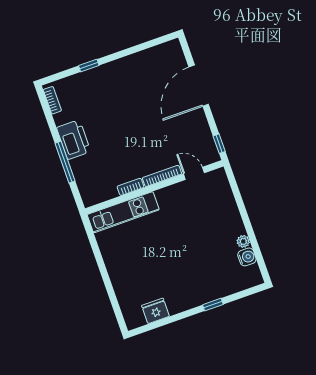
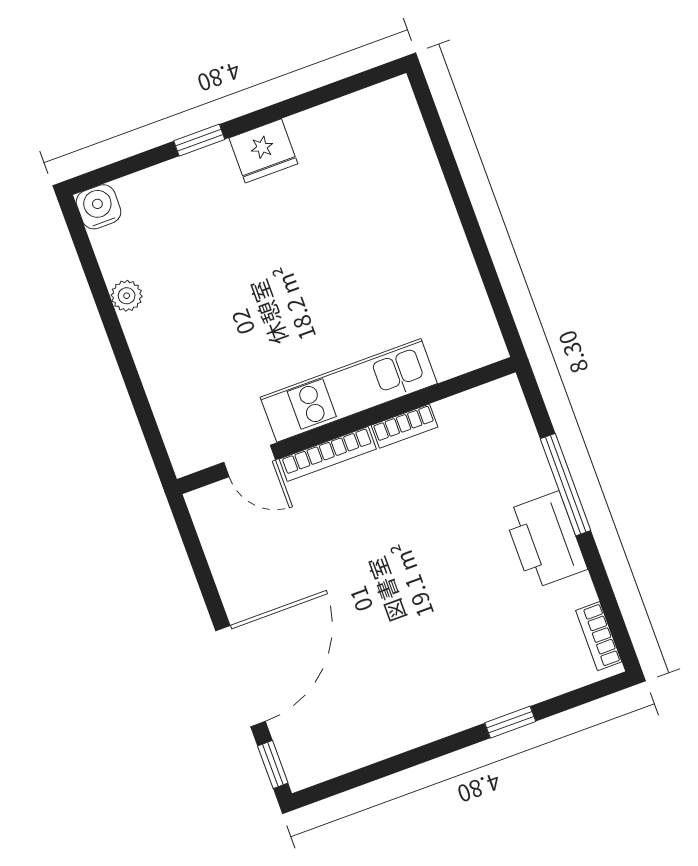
window: (219, 144) -> (273, 764), moved
kitchen unit: (123, 212) -> (349, 390), moved
water cooler: (247, 257) -> (99, 207), moved, turned 90
fridge: (155, 311) -> (263, 151), moved

